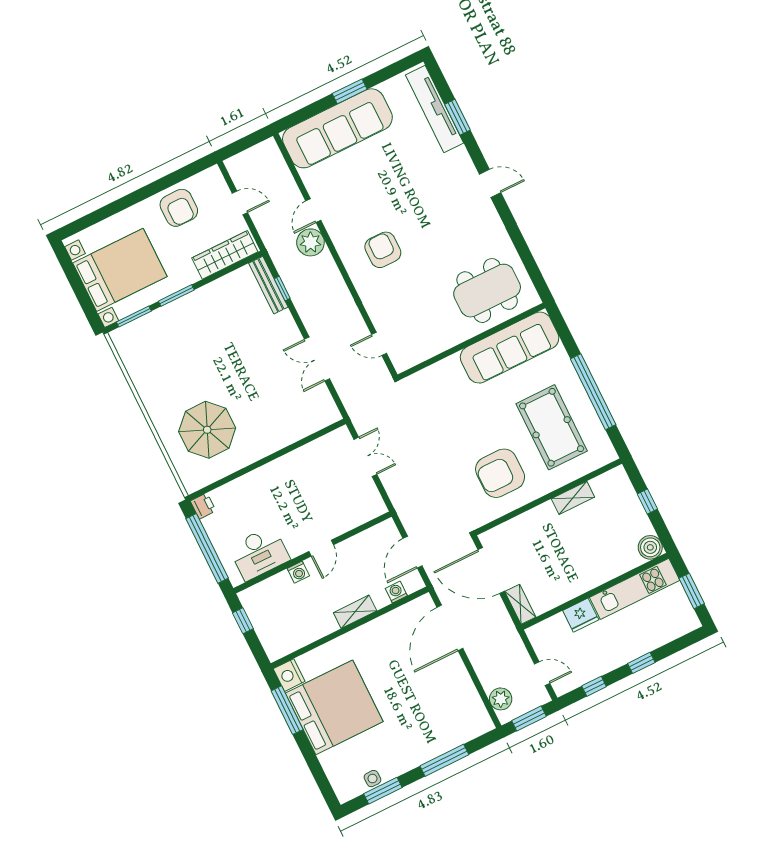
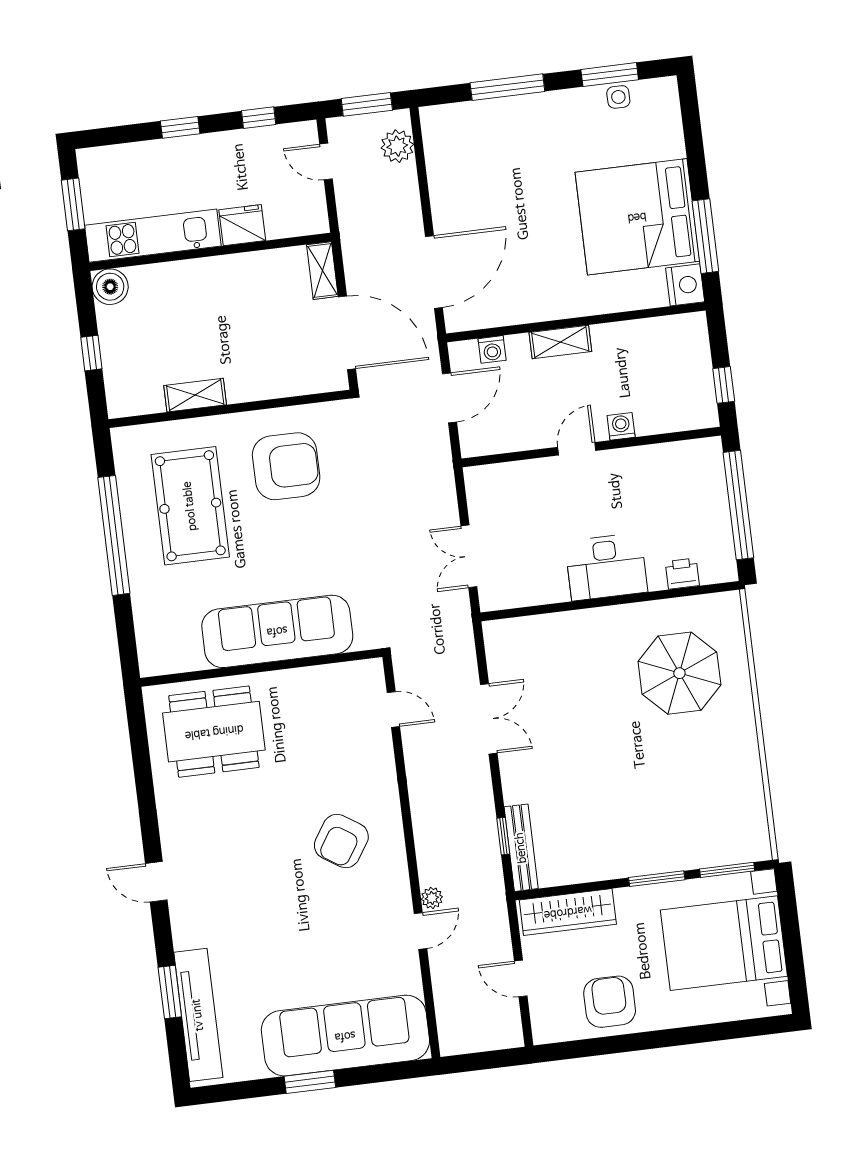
plant: (310, 242) -> (432, 898), width x0.53, depth x0.53
armchair: (383, 250) -> (341, 841), turned 33
sofa: (510, 348) -> (277, 631), moved
printer: (203, 506) -> (682, 574), moved, turned 90
desk: (259, 553) -> (606, 567), moved, turned 180

